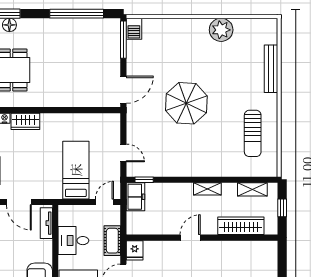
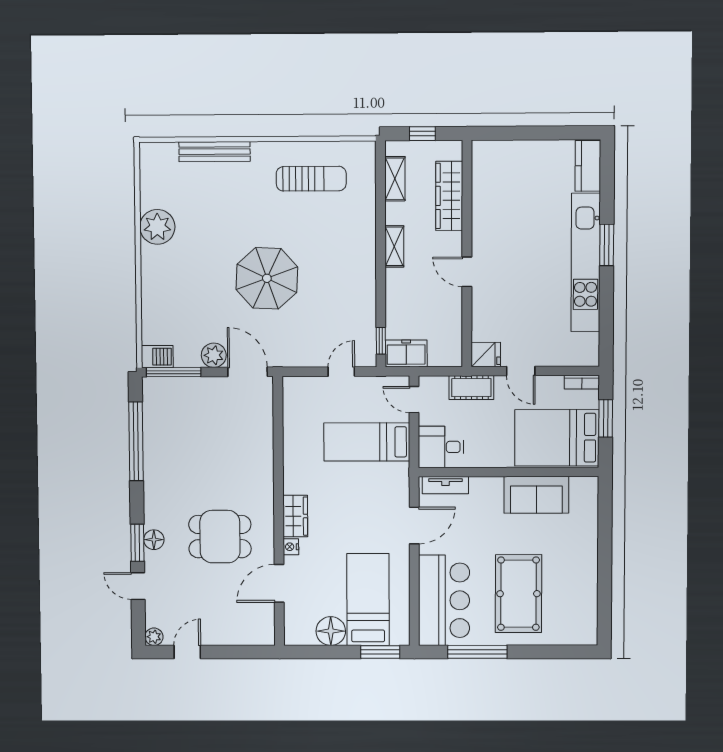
plant: (135, 67) -> (214, 355), added
desk: (73, 241) -> (441, 447), moved, turned 90

